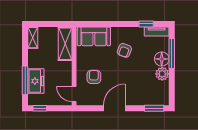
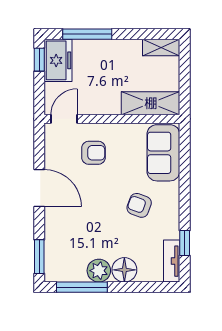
window: (172, 54) -> (82, 287), moved
freezer: (36, 81) -> (58, 60), moved, turned -90

